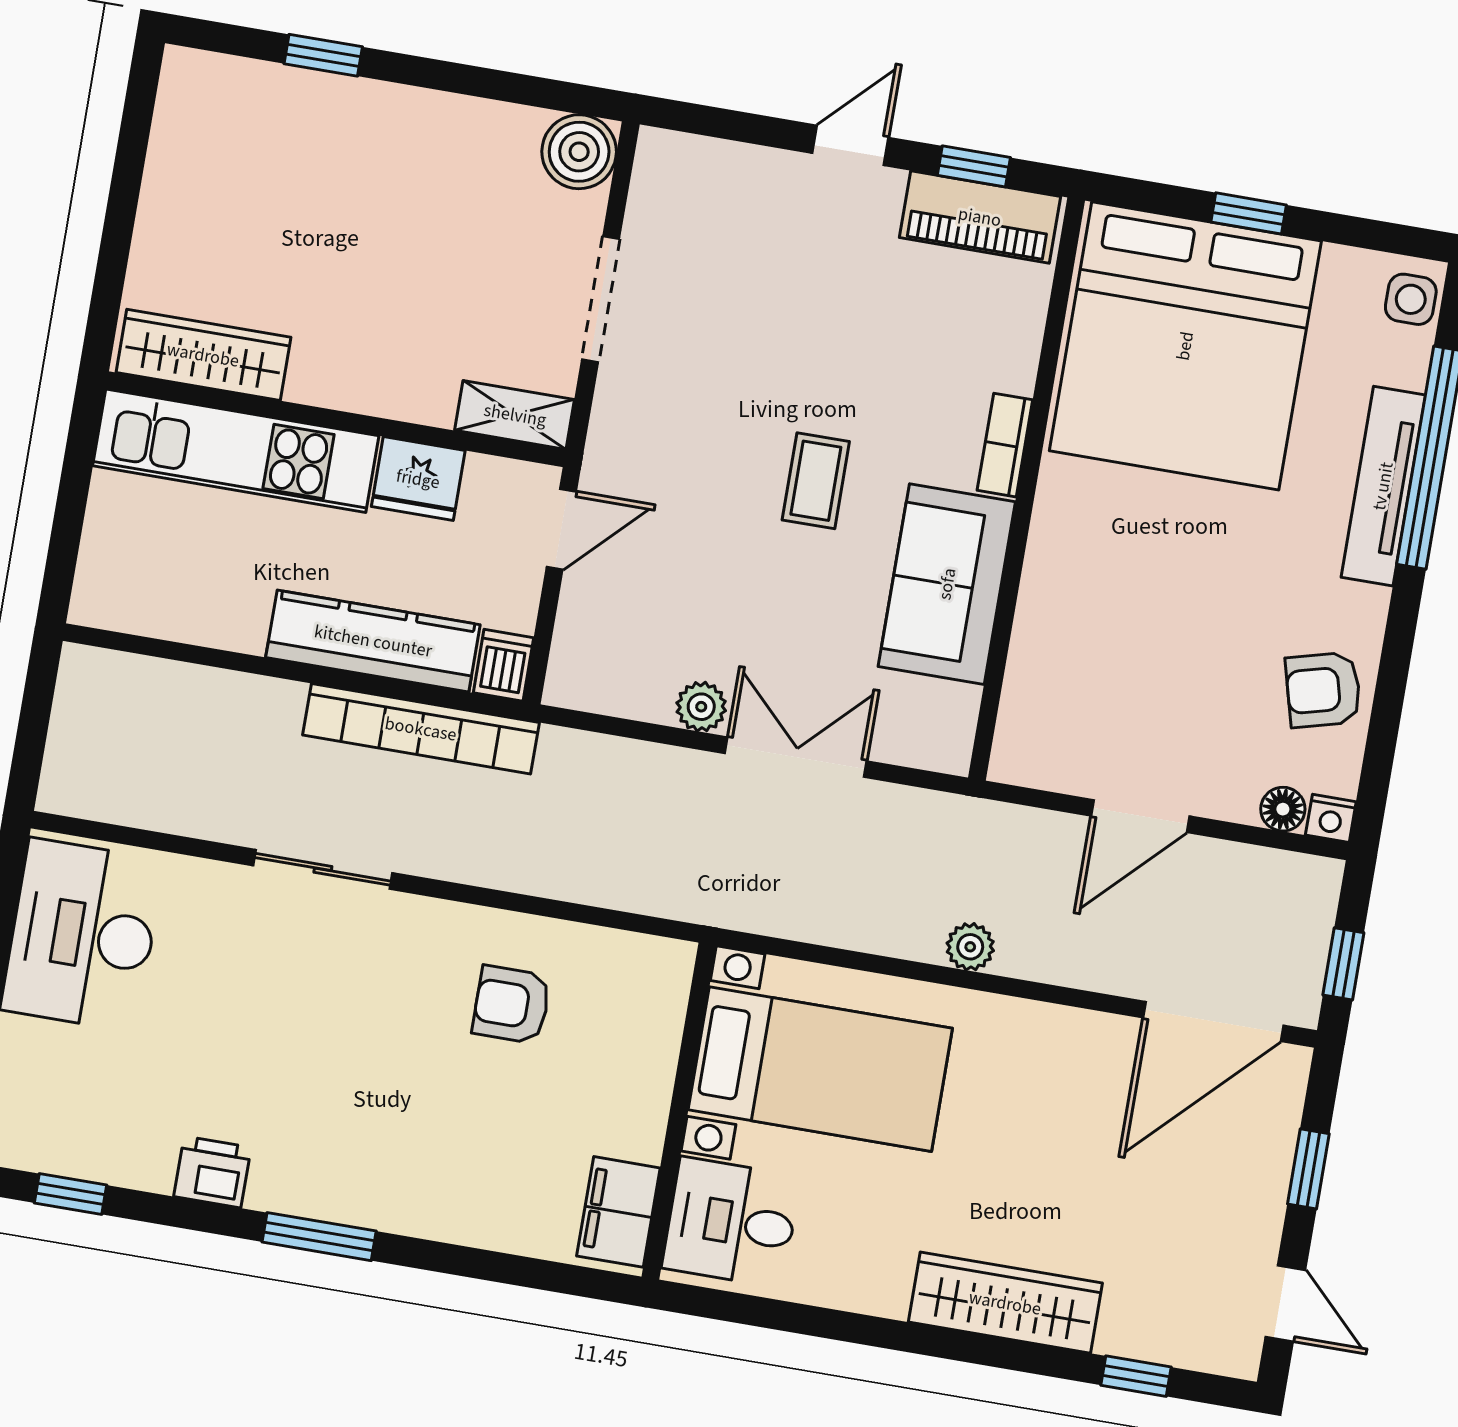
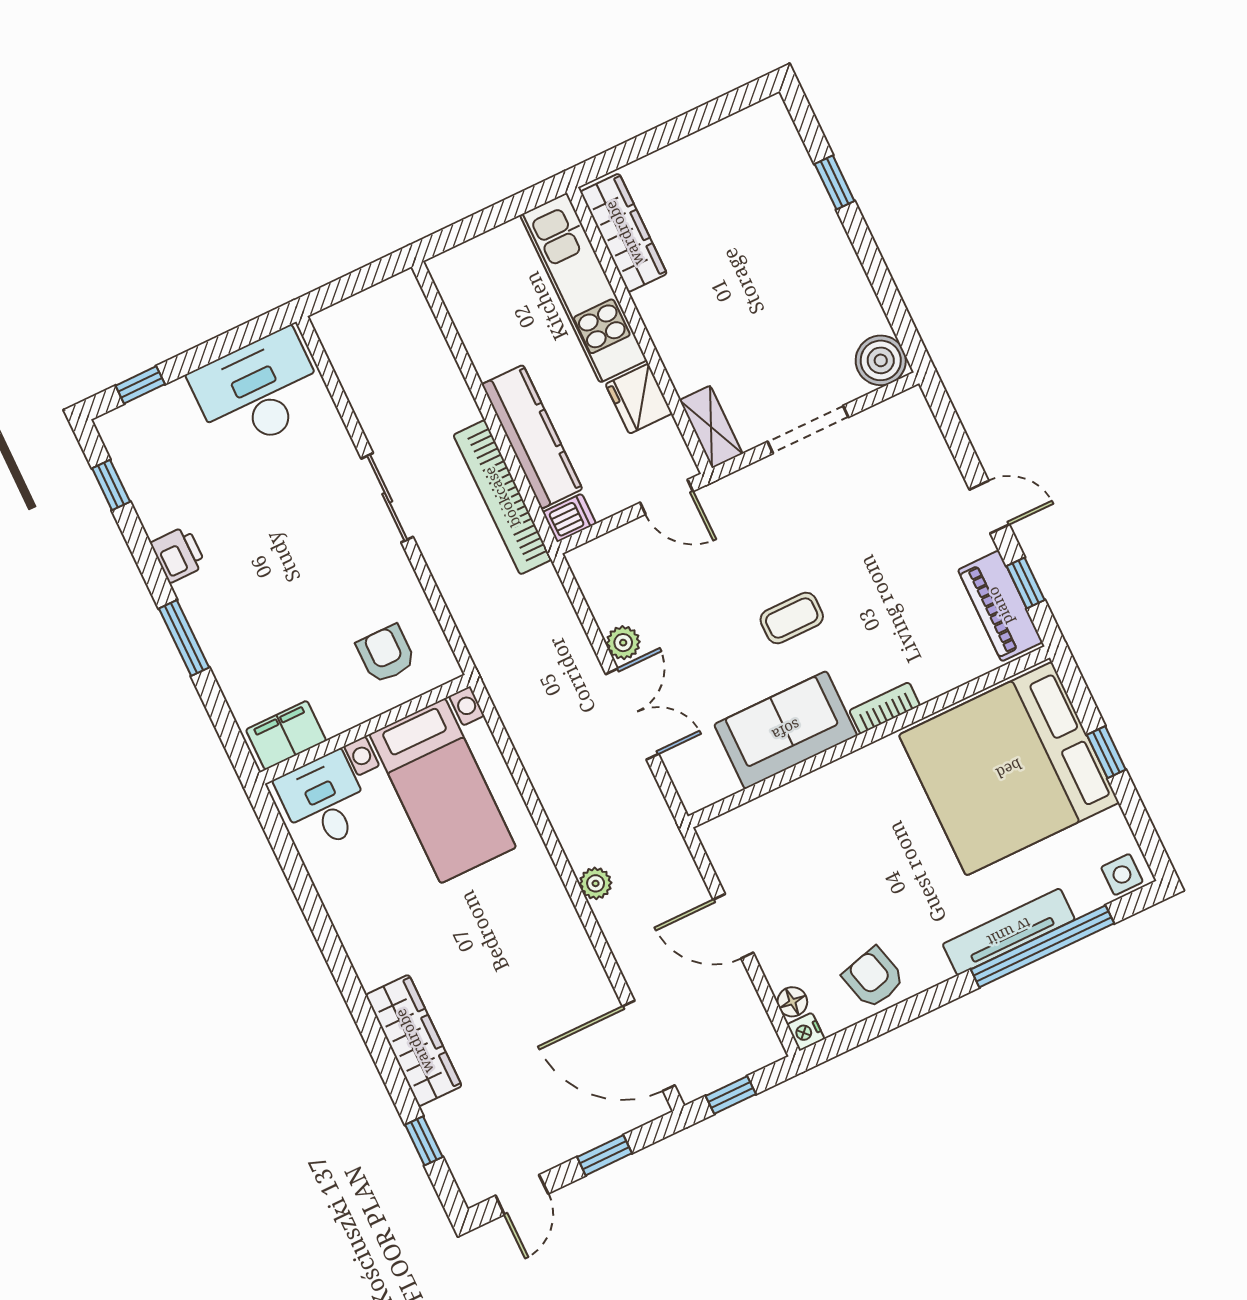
bed with nightstands: (820, 1069) -> (443, 791), moved
wall: (679, 1111) -> (365, 729), moved
filing cabinet: (618, 1212) -> (286, 735), moved
desk: (731, 1222) -> (324, 801), moved

